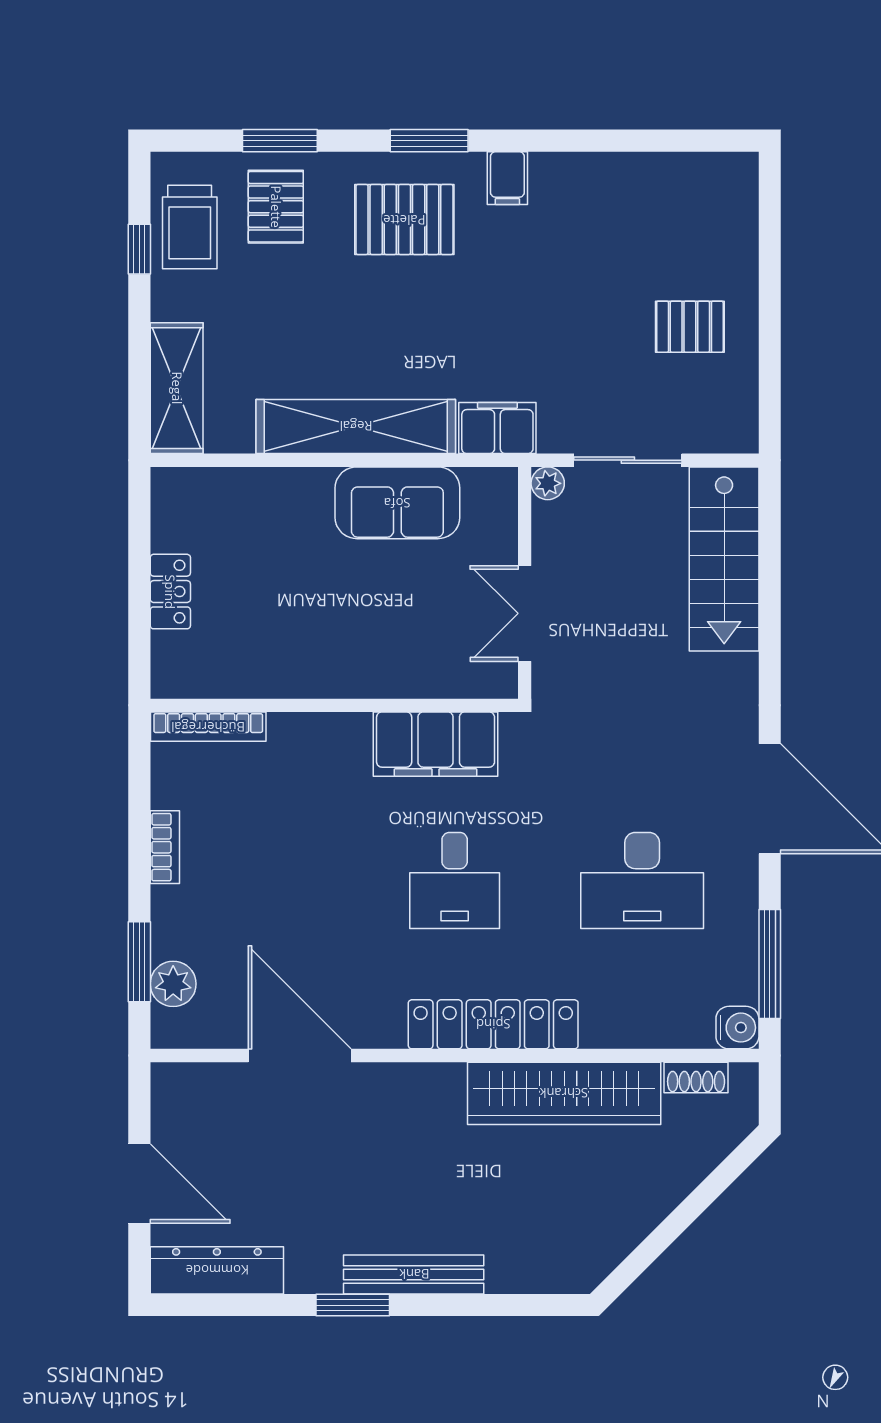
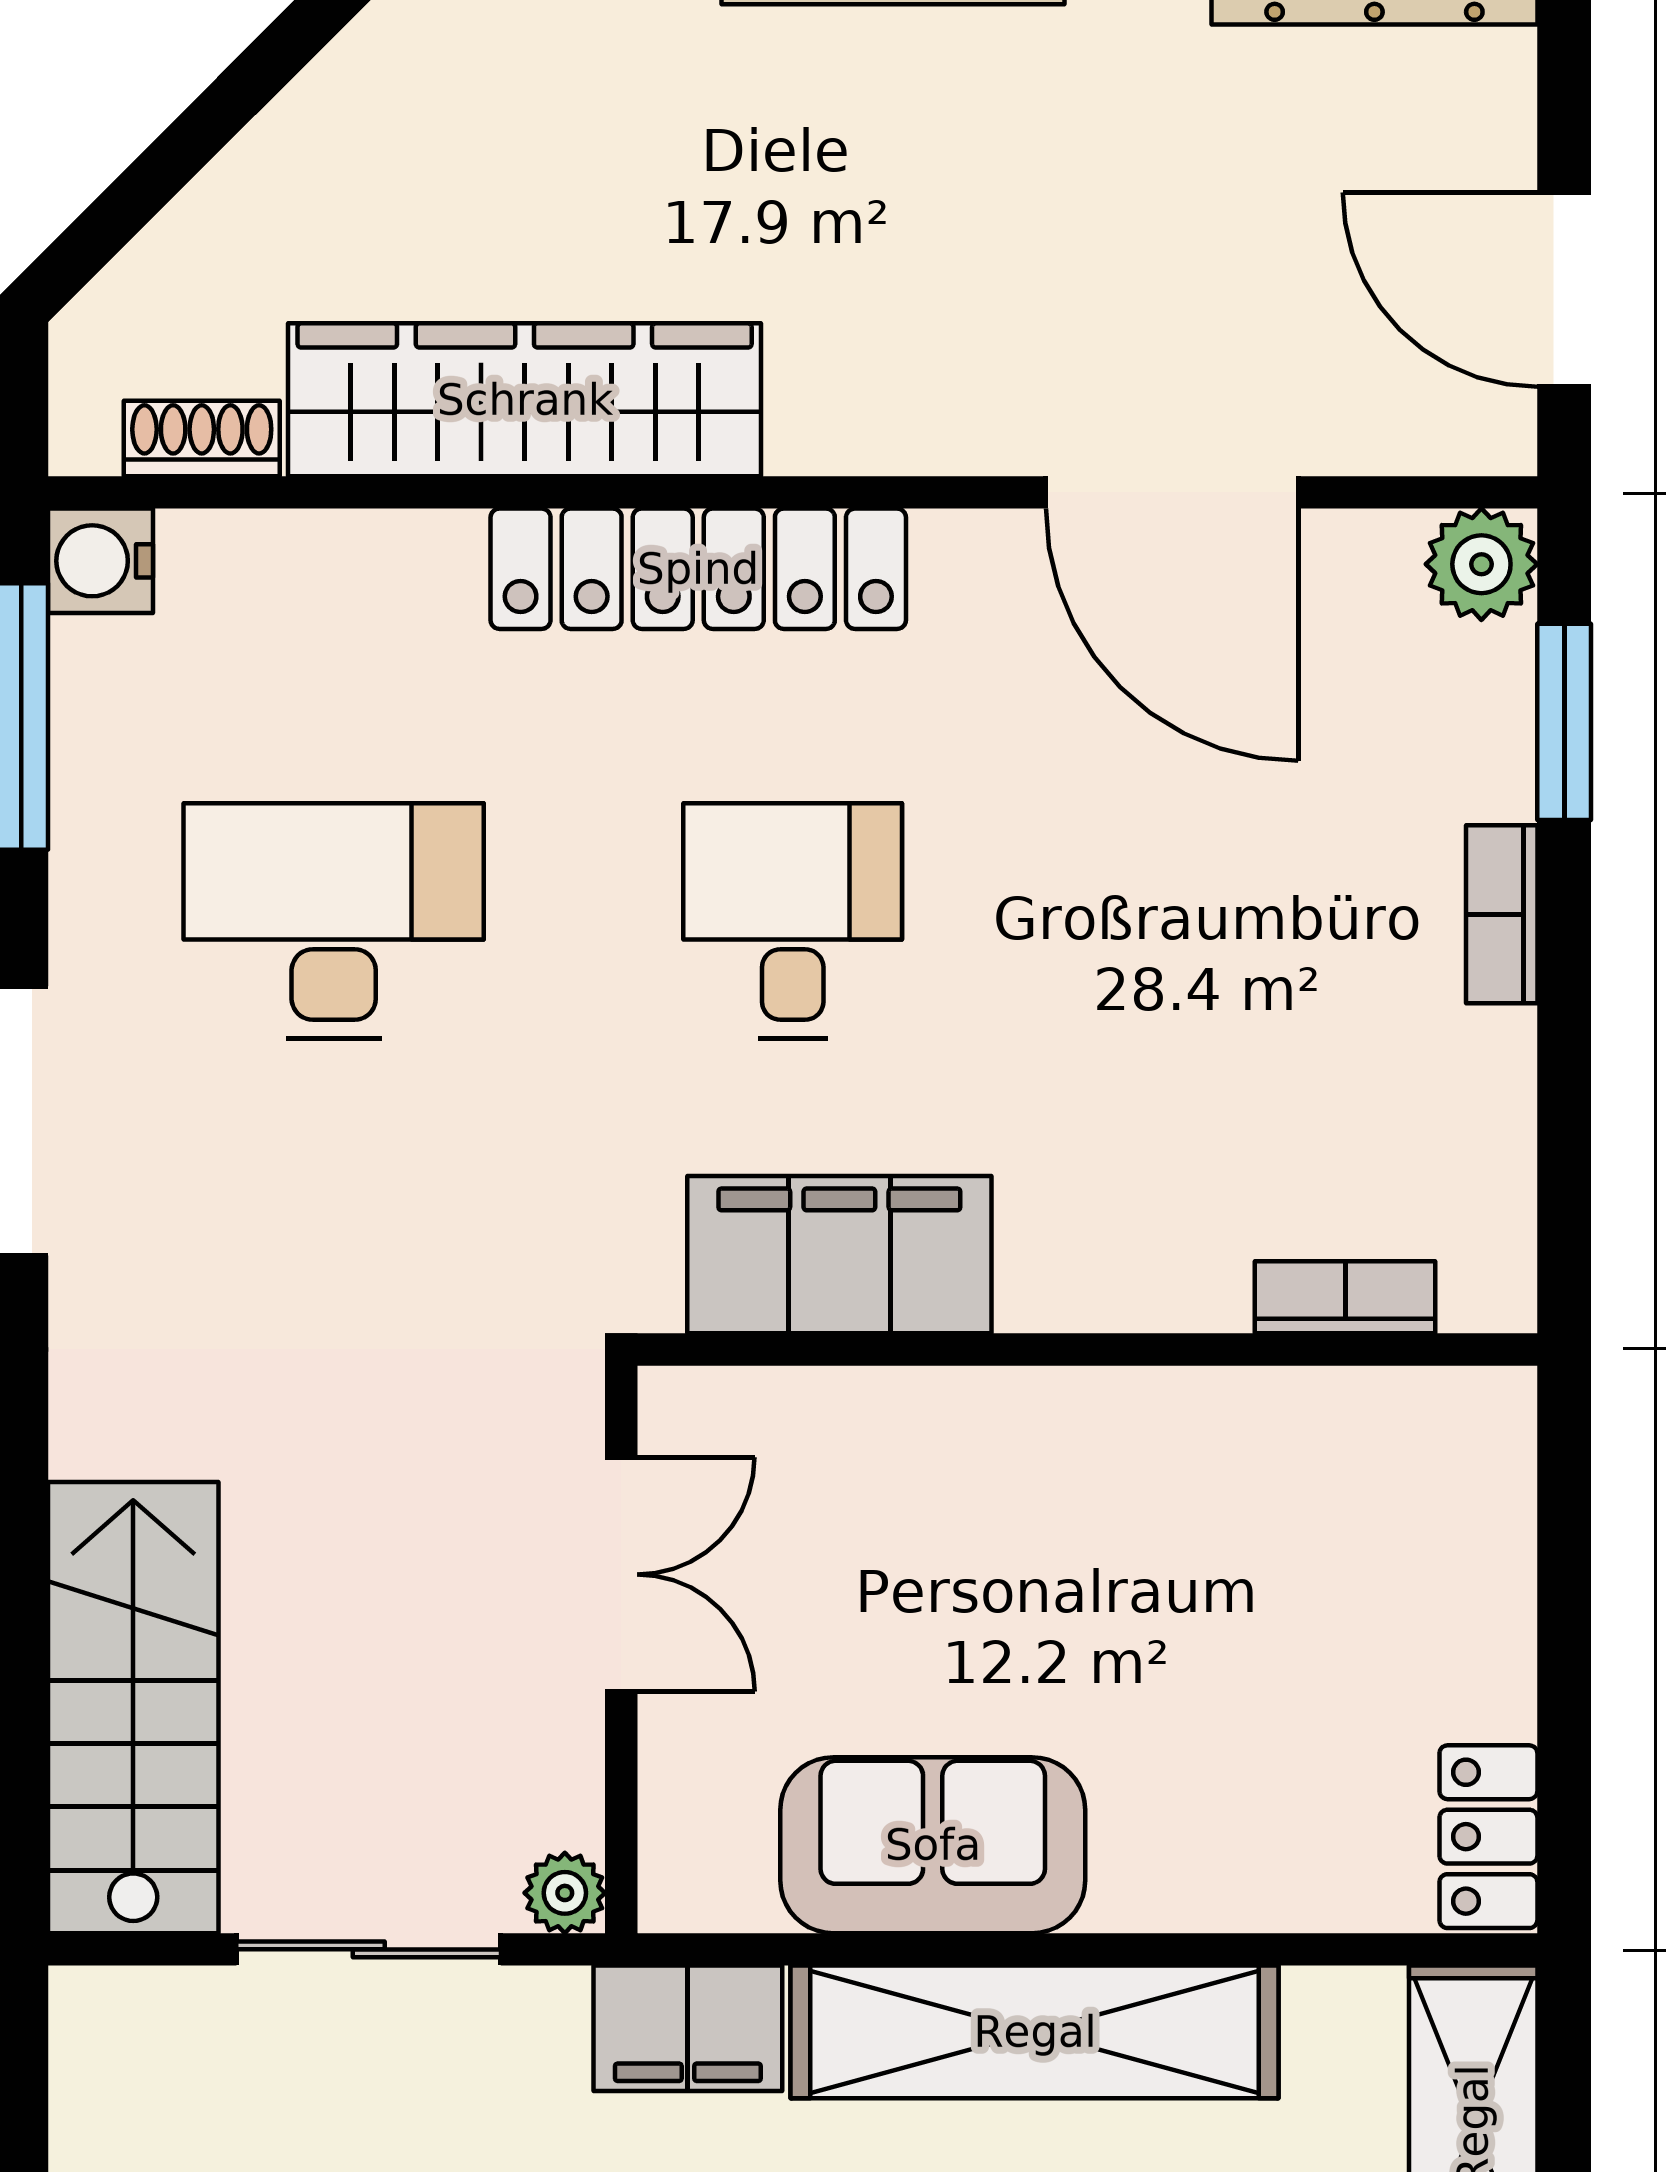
locker: (170, 592) -> (1488, 1837), moved
bookcase: (208, 727) -> (1345, 1297), width x0.64
bookcase: (165, 847) -> (1502, 914), moved
plant: (173, 984) -> (1481, 564), moved
door: (139, 1184) -> (1564, 290), moved

